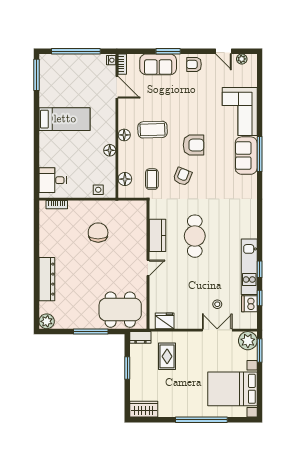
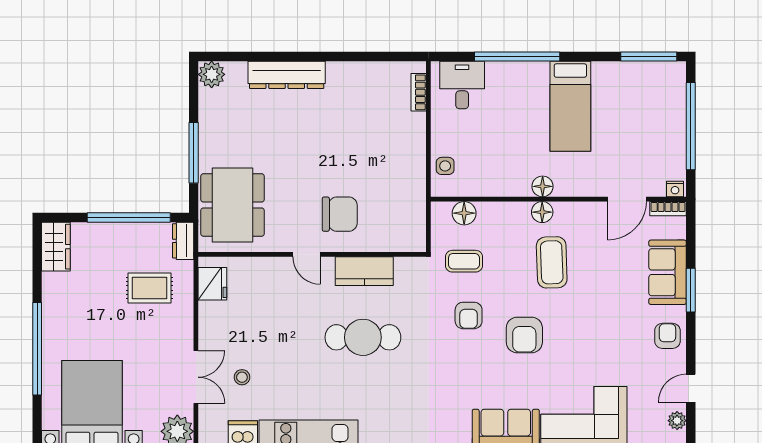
window: (36, 149) -> (517, 56), added
floor lamp: (110, 150) -> (543, 186), moved
armchair: (182, 177) -> (469, 315), turned 68
chair: (98, 233) -> (340, 214), moved
window: (127, 368) -> (129, 218), width x2.11

